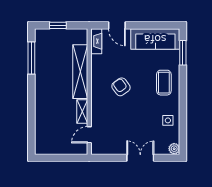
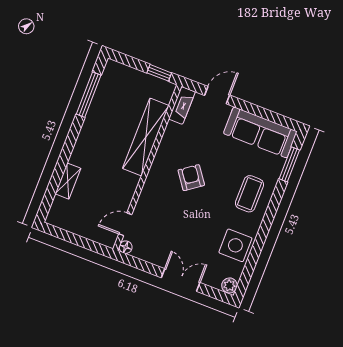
window: (58, 25) -> (159, 73), moved
door: (117, 25) -> (217, 95), swing flipped
shelving: (82, 112) -> (68, 181), moved
side table: (168, 120) -> (235, 245), width x1.87, depth x1.87
floor lamp: (95, 150) -> (126, 247), added

